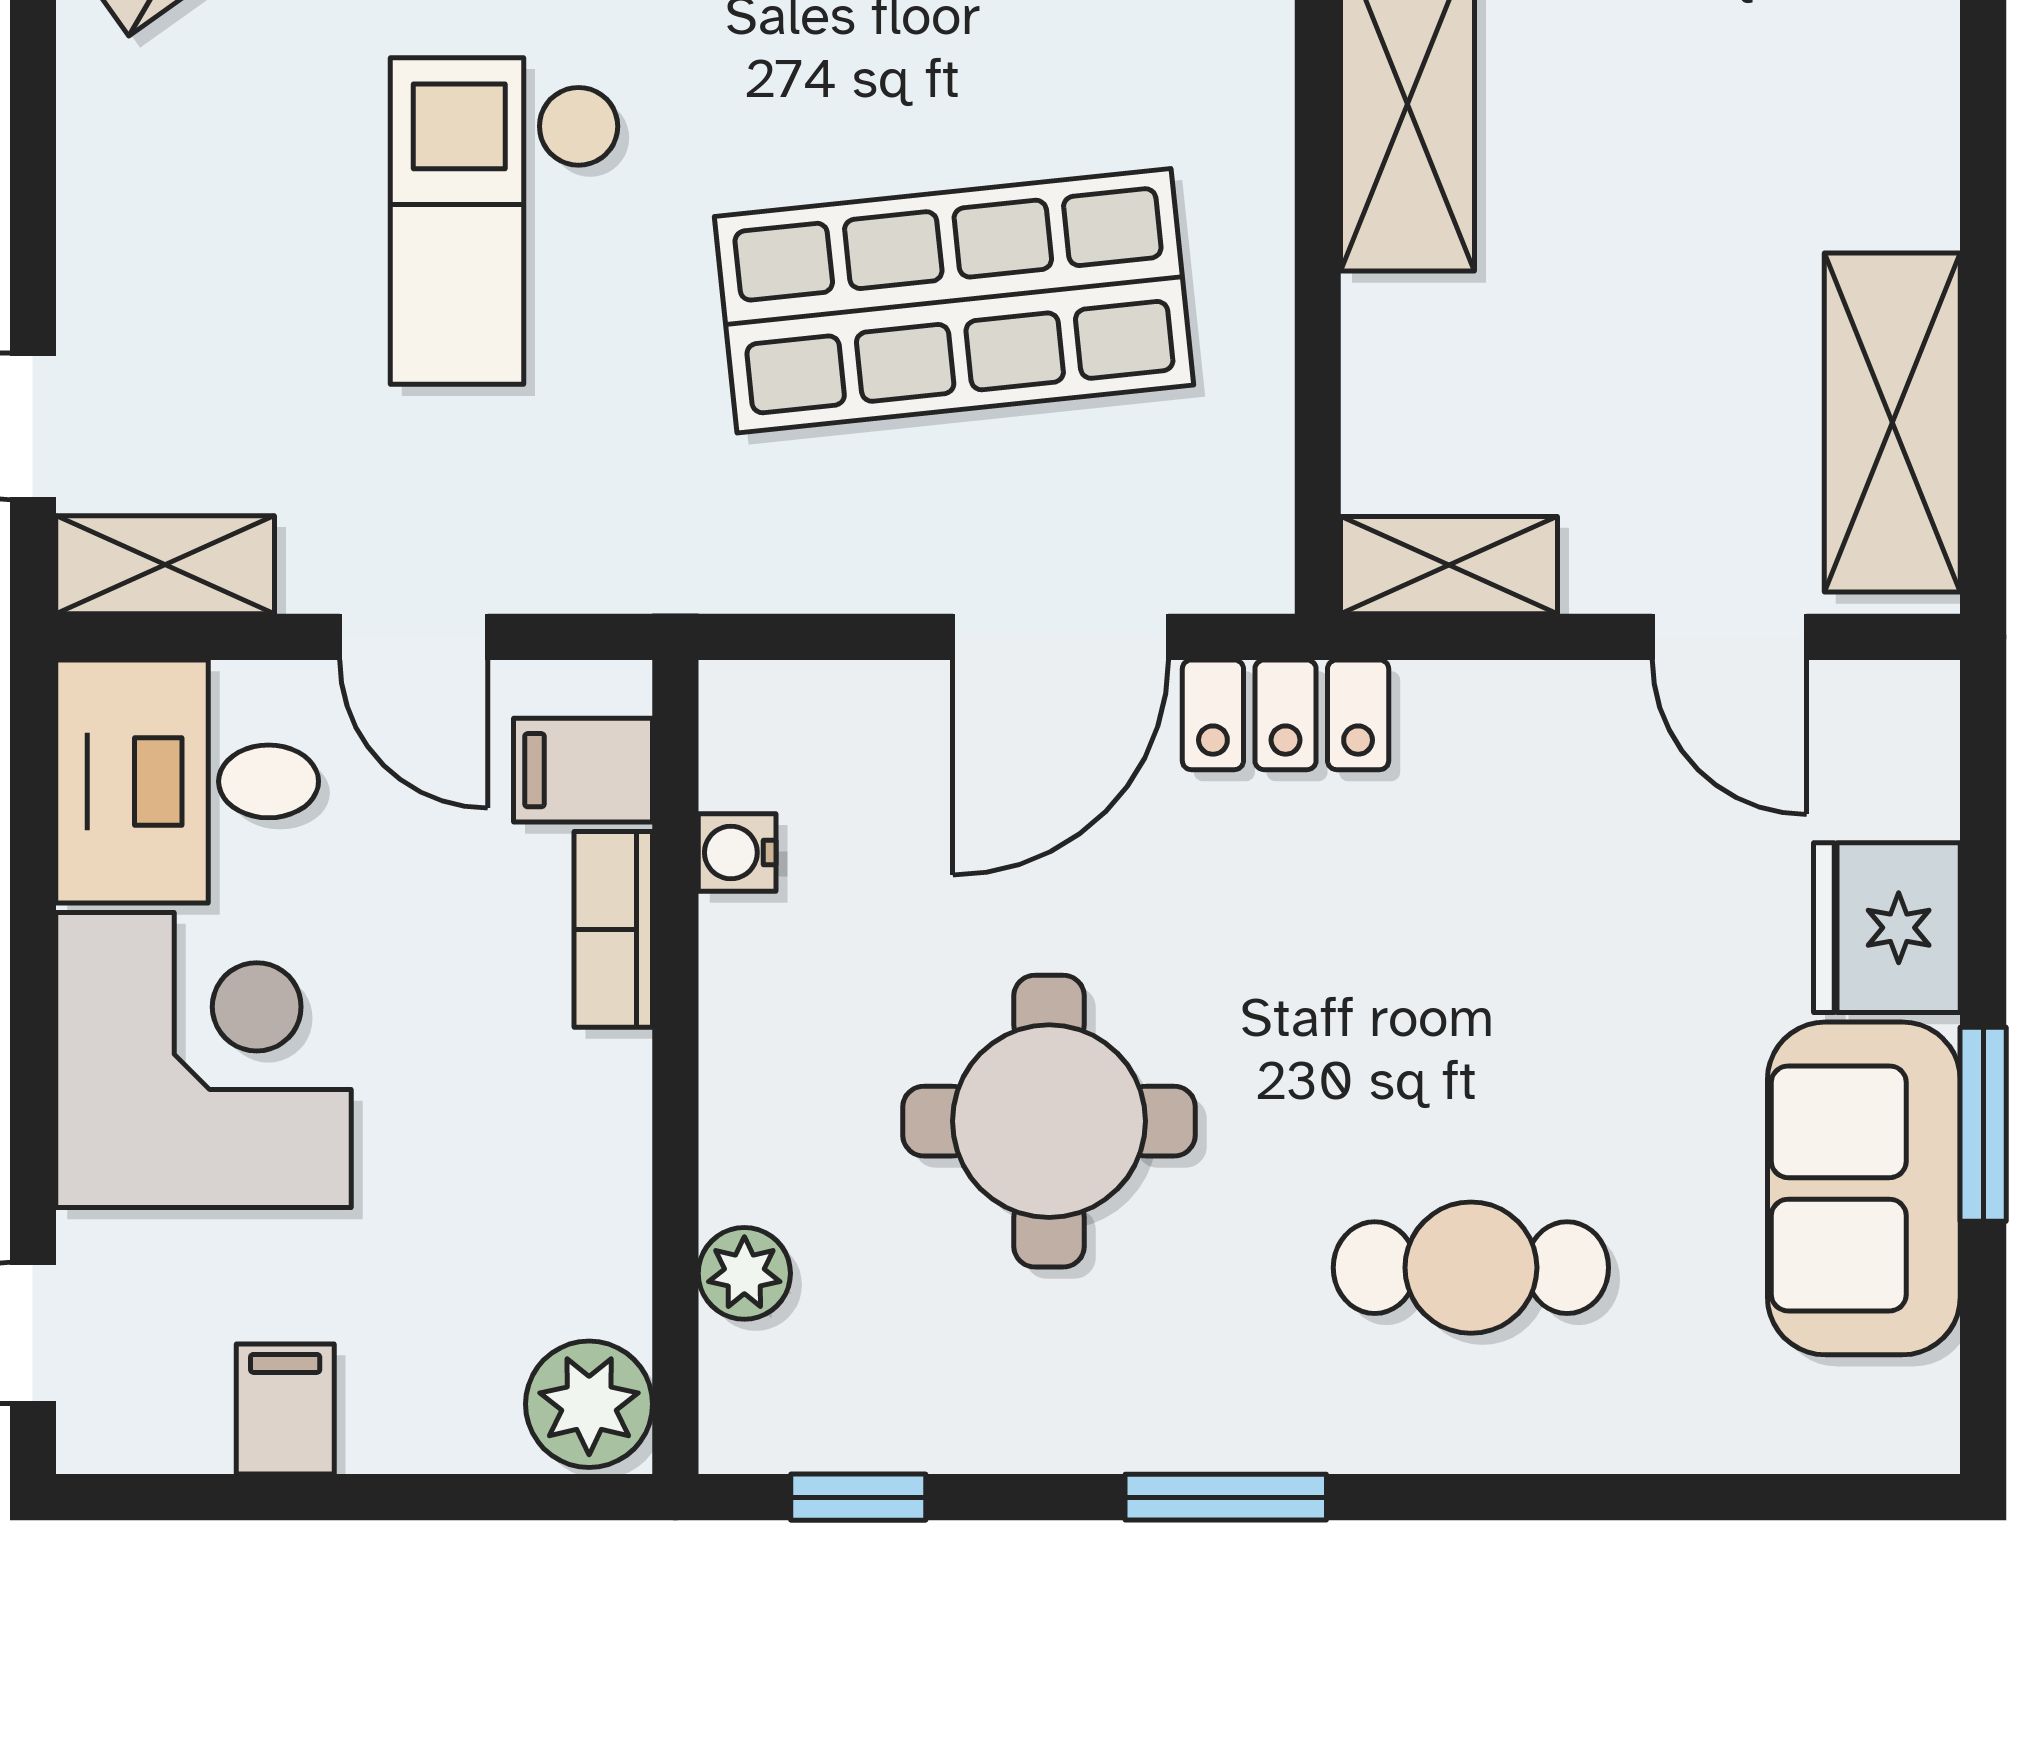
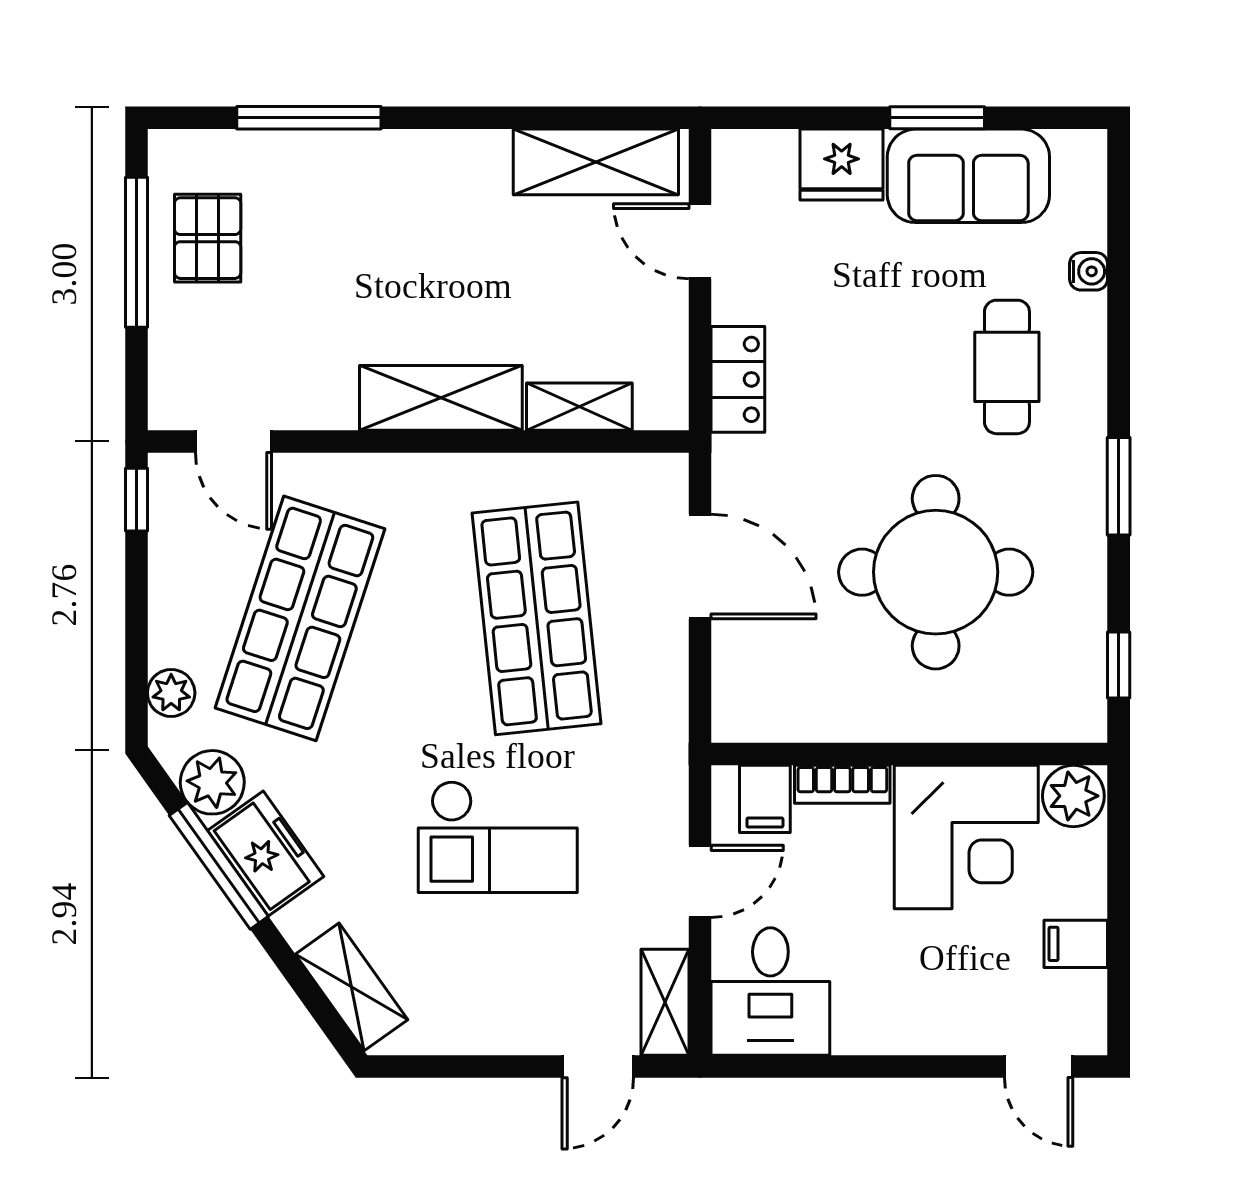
shelving: (1449, 565) -> (579, 407), moved, turned 90
door: (1729, 637) -> (700, 241), swing flipped
locker: (1286, 715) -> (738, 379), moved
water cooler: (737, 853) -> (1089, 271), moved, turned -90
corner desk: (204, 1060) -> (966, 837), moved, turned 180
round table: (1049, 1121) -> (936, 572), width x1.36, depth x1.36
plant: (744, 1273) -> (1010, 720), removed

